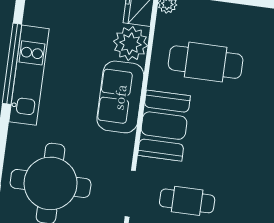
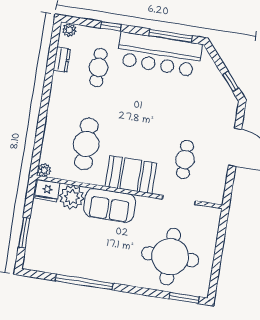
kitchen unit: (29, 75) -> (93, 270), removed

